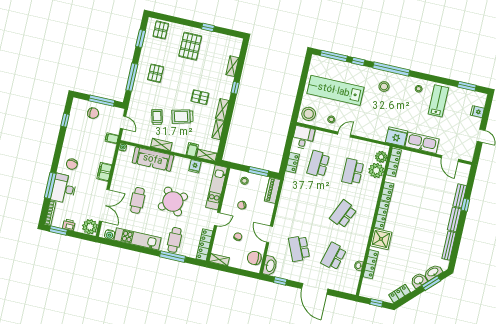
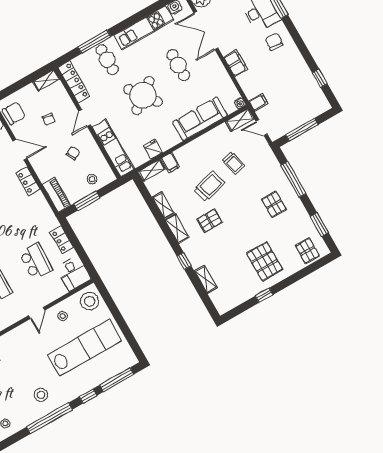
chair: (93, 113) -> (299, 110), removed
shelving: (161, 145) -> (240, 120), moved
locker: (281, 213) -> (28, 181), added

